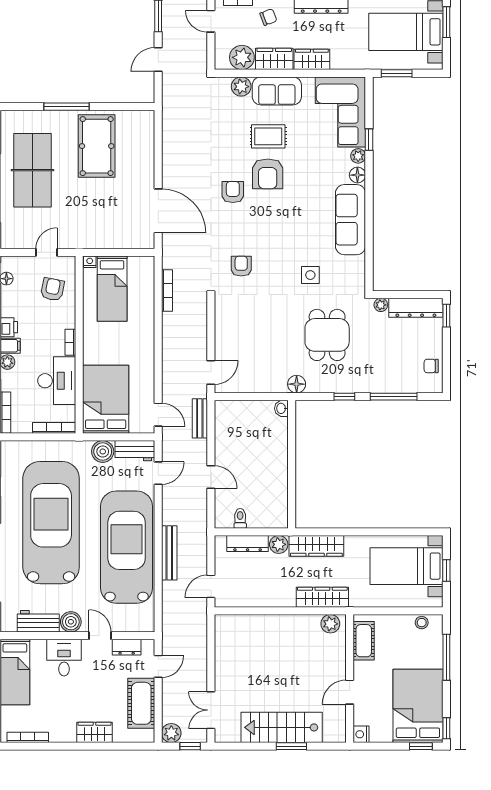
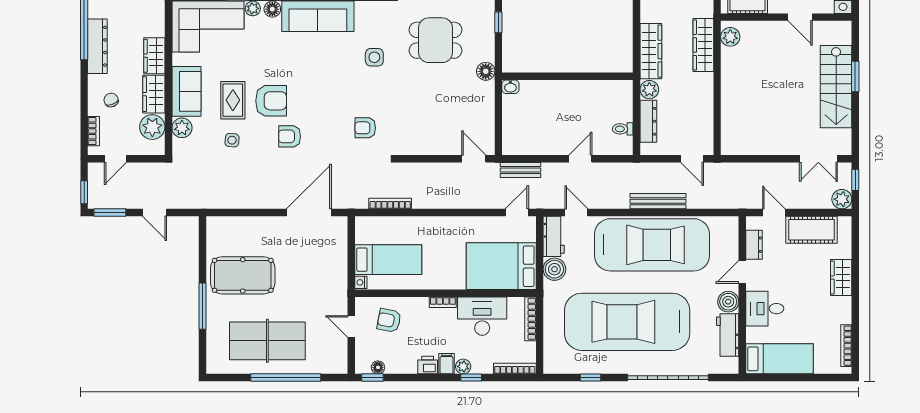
side table: (229, 136) -> (232, 140), added
car: (127, 547) -> (652, 245), turned 180

